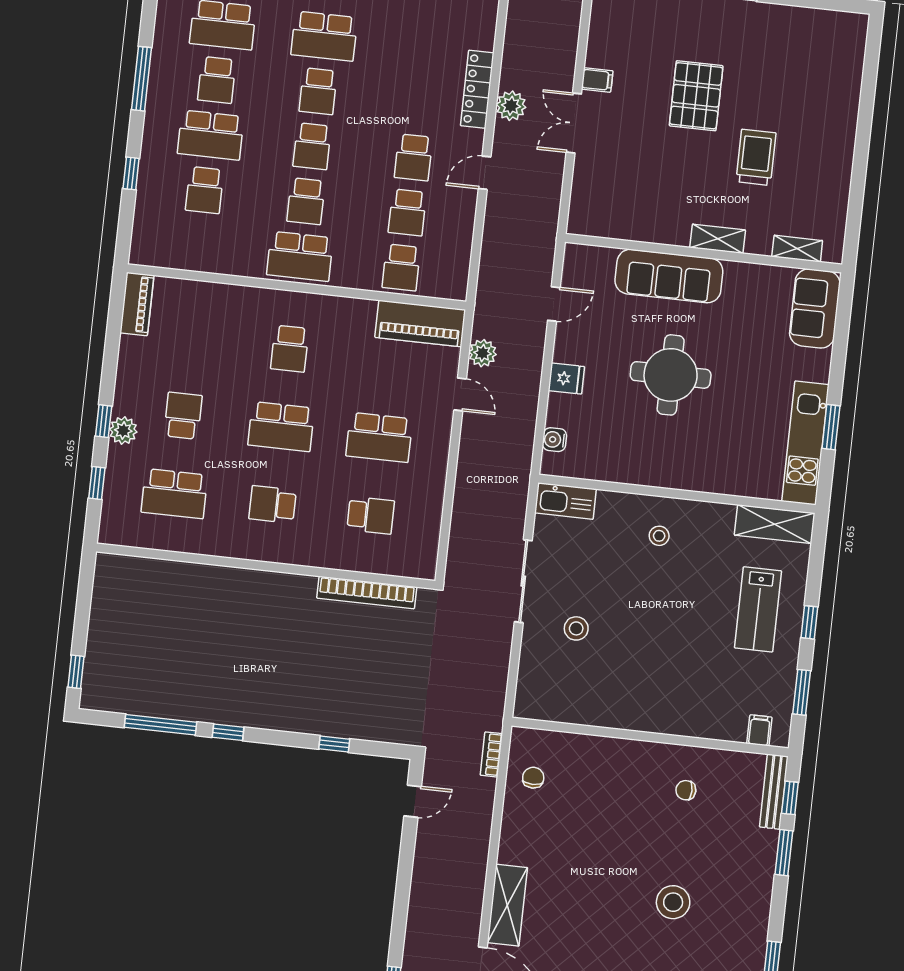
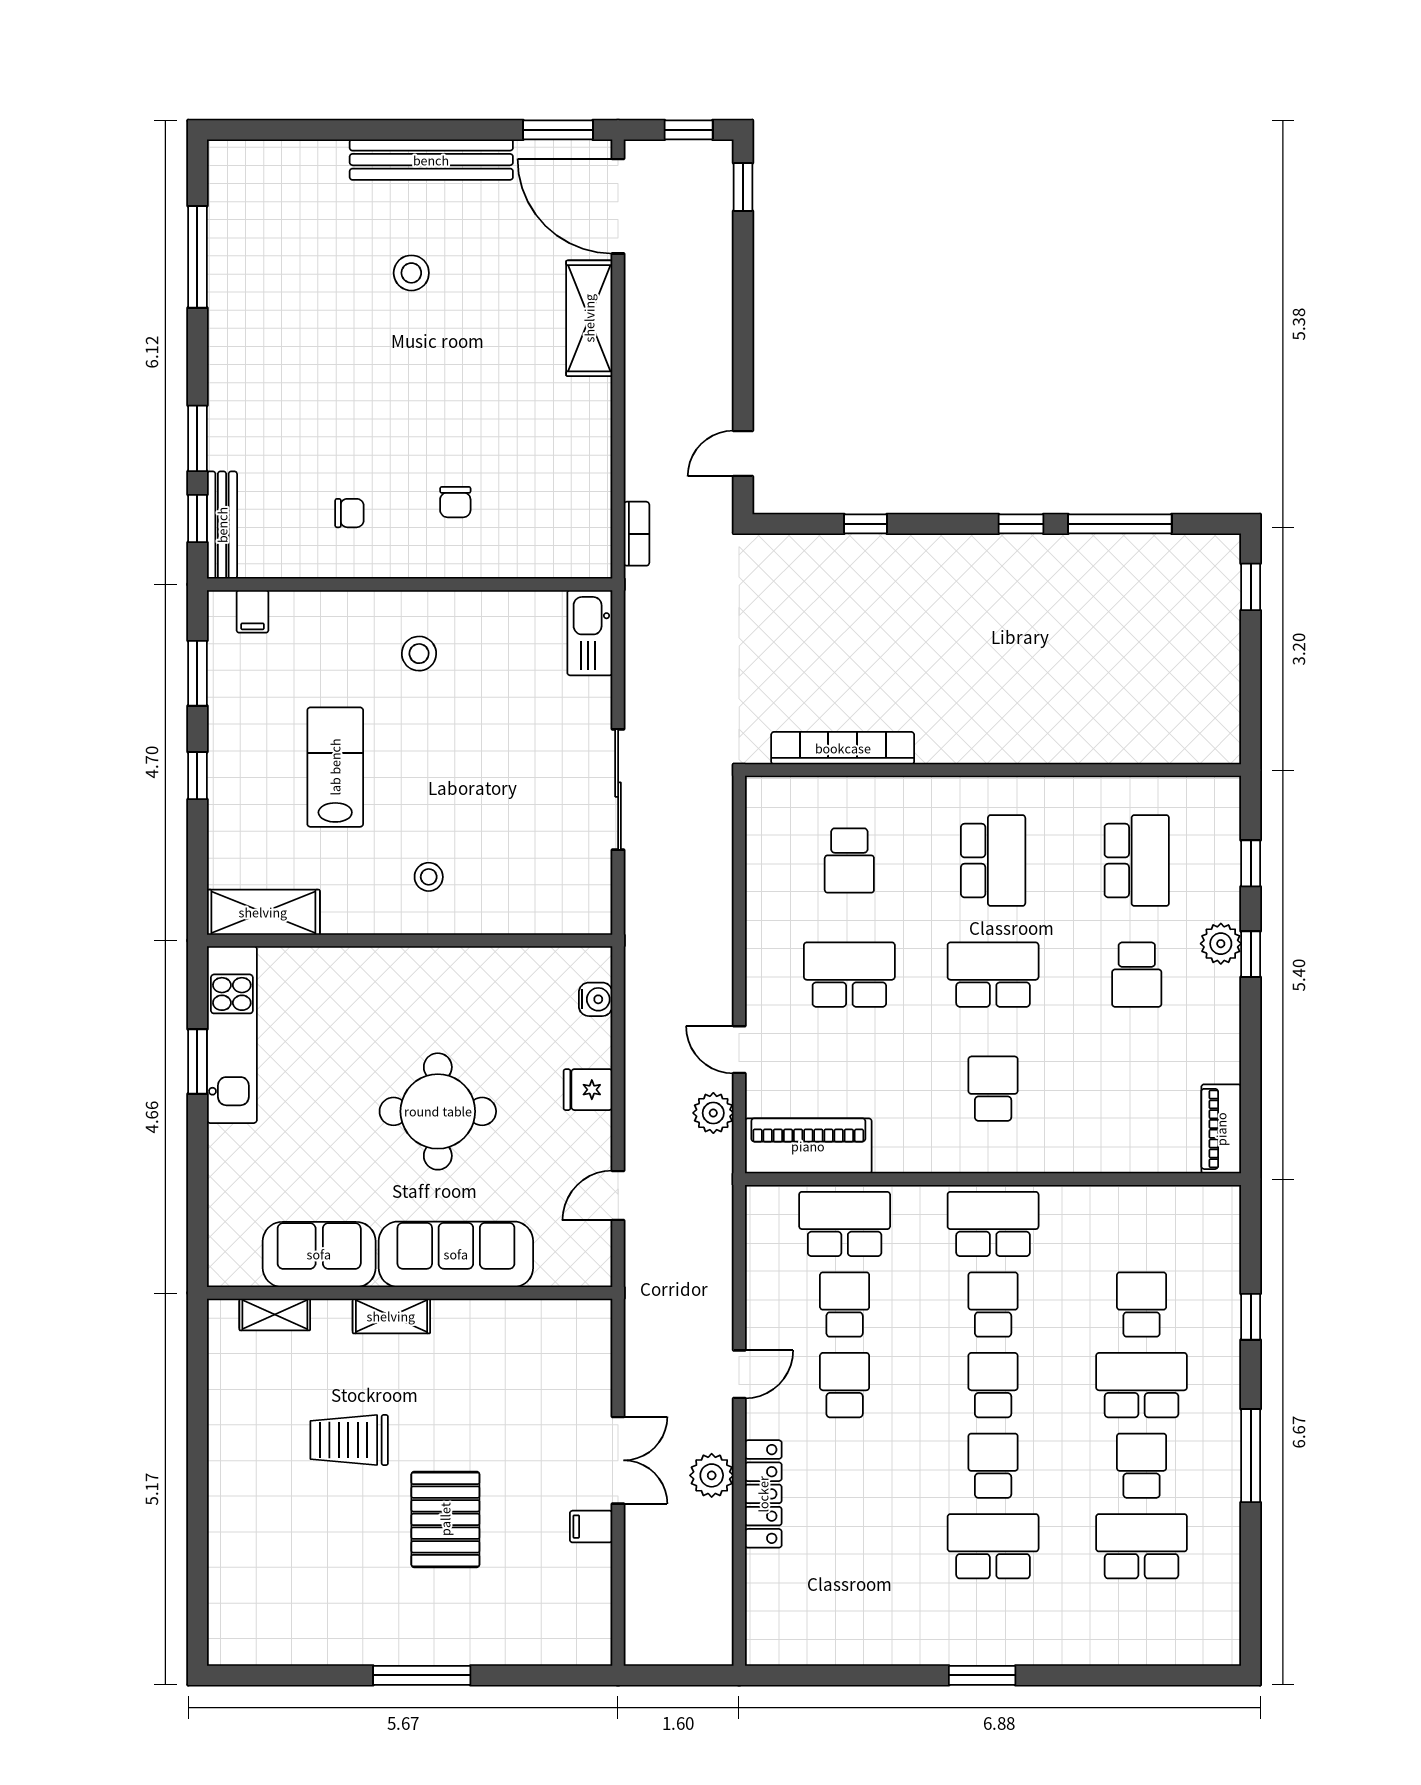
trolley: (756, 157) -> (349, 1440), turned 90
school desk: (401, 267) -> (845, 1224), width x1.85
sofa: (815, 308) -> (319, 1254), moved, turned -90
school desk: (174, 494) -> (1137, 861), turned 90
kitchen sink: (566, 501) -> (590, 633), moved, turned -90
school desk: (273, 504) -> (993, 861), width x1.85
school desk: (371, 515) -> (849, 861), turned -90
lab bench: (758, 609) -> (335, 767), moved
stool: (576, 628) -> (419, 654), moved
chair: (533, 778) -> (455, 502), moved
stool: (673, 902) -> (411, 273), moved, width x0.73, depth x0.73

